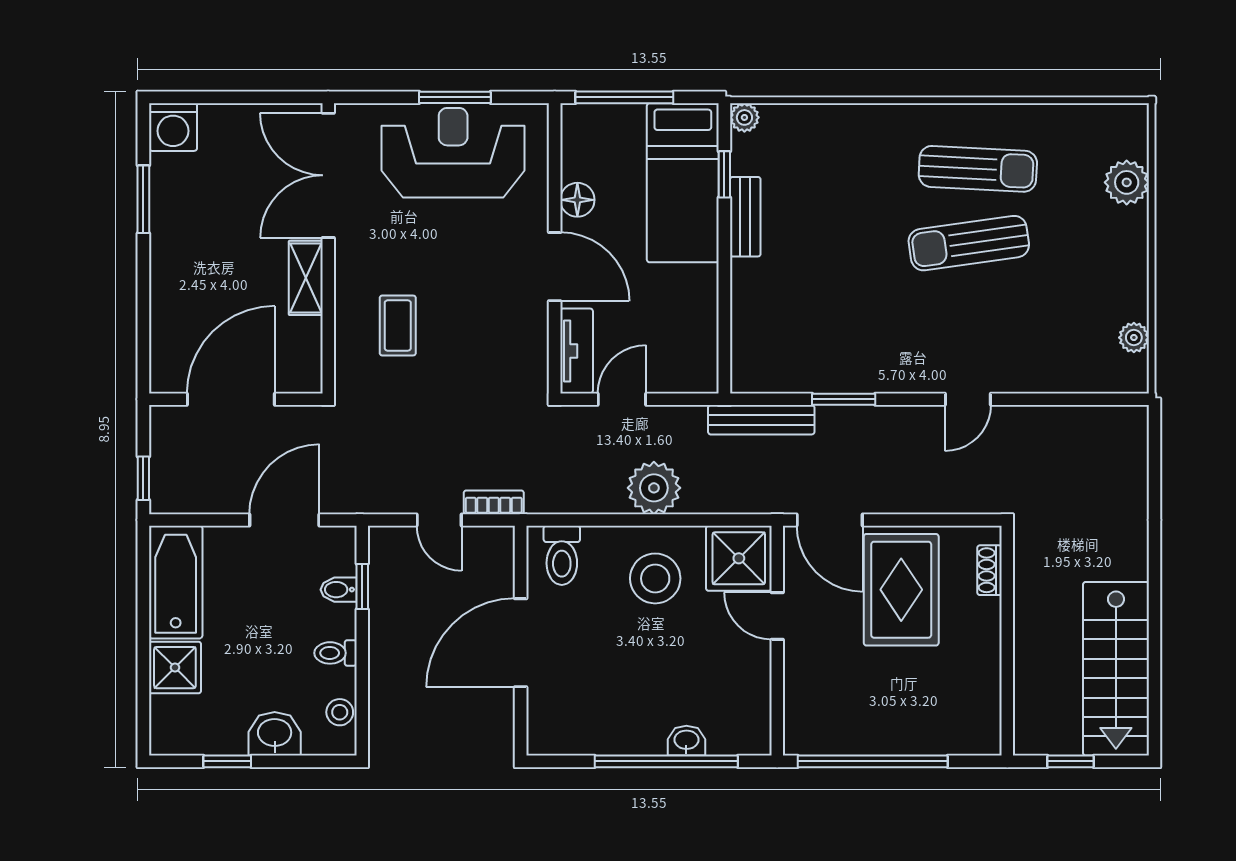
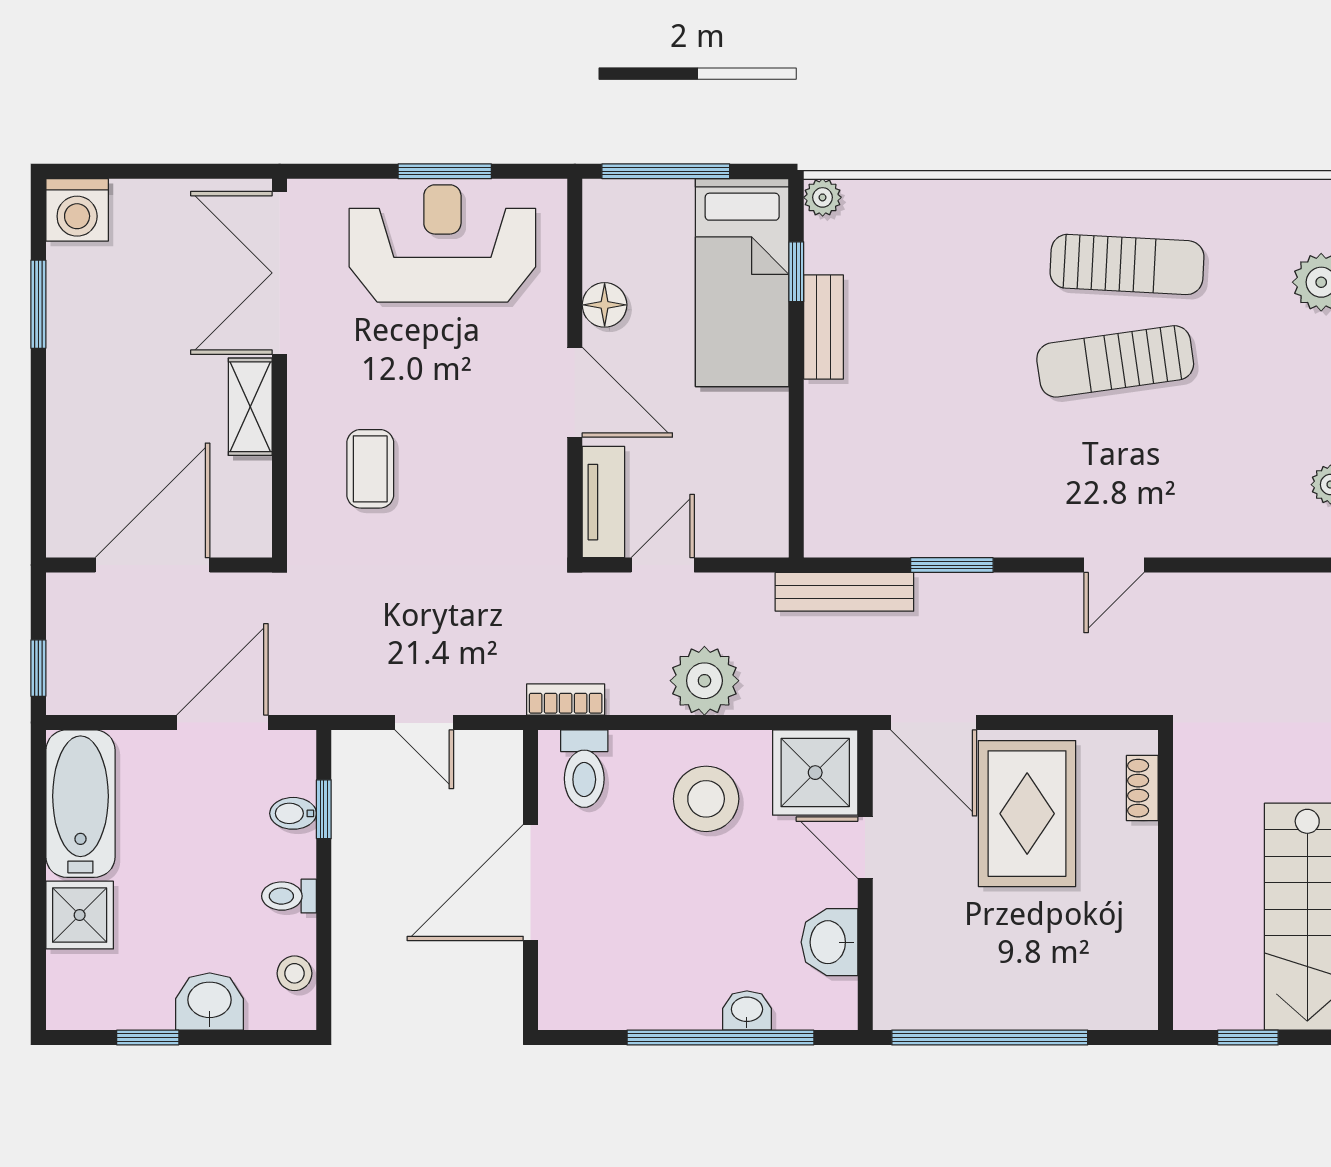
bookcase: (494, 502) -> (566, 700), moved
washbasin: (750, 688) -> (830, 942), added

